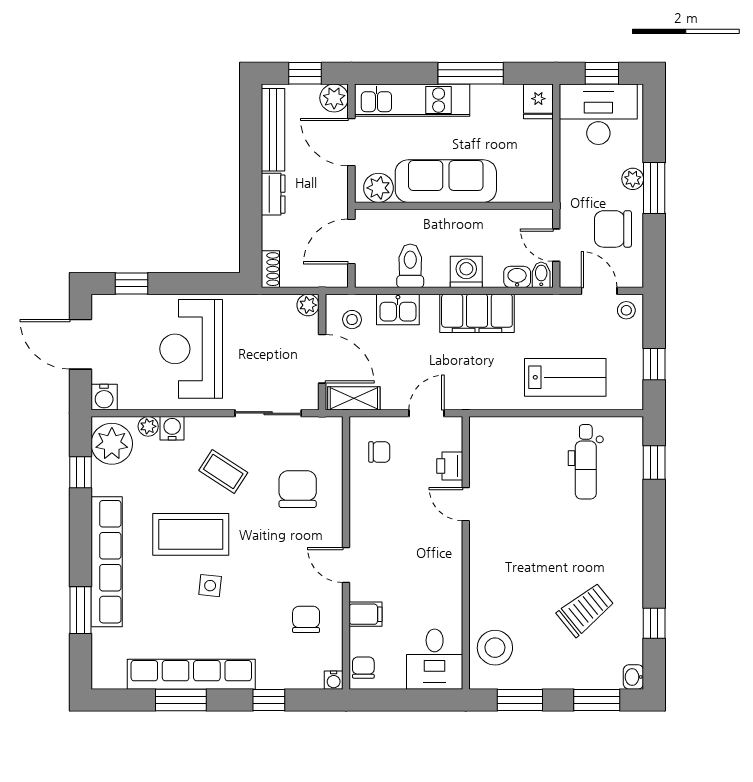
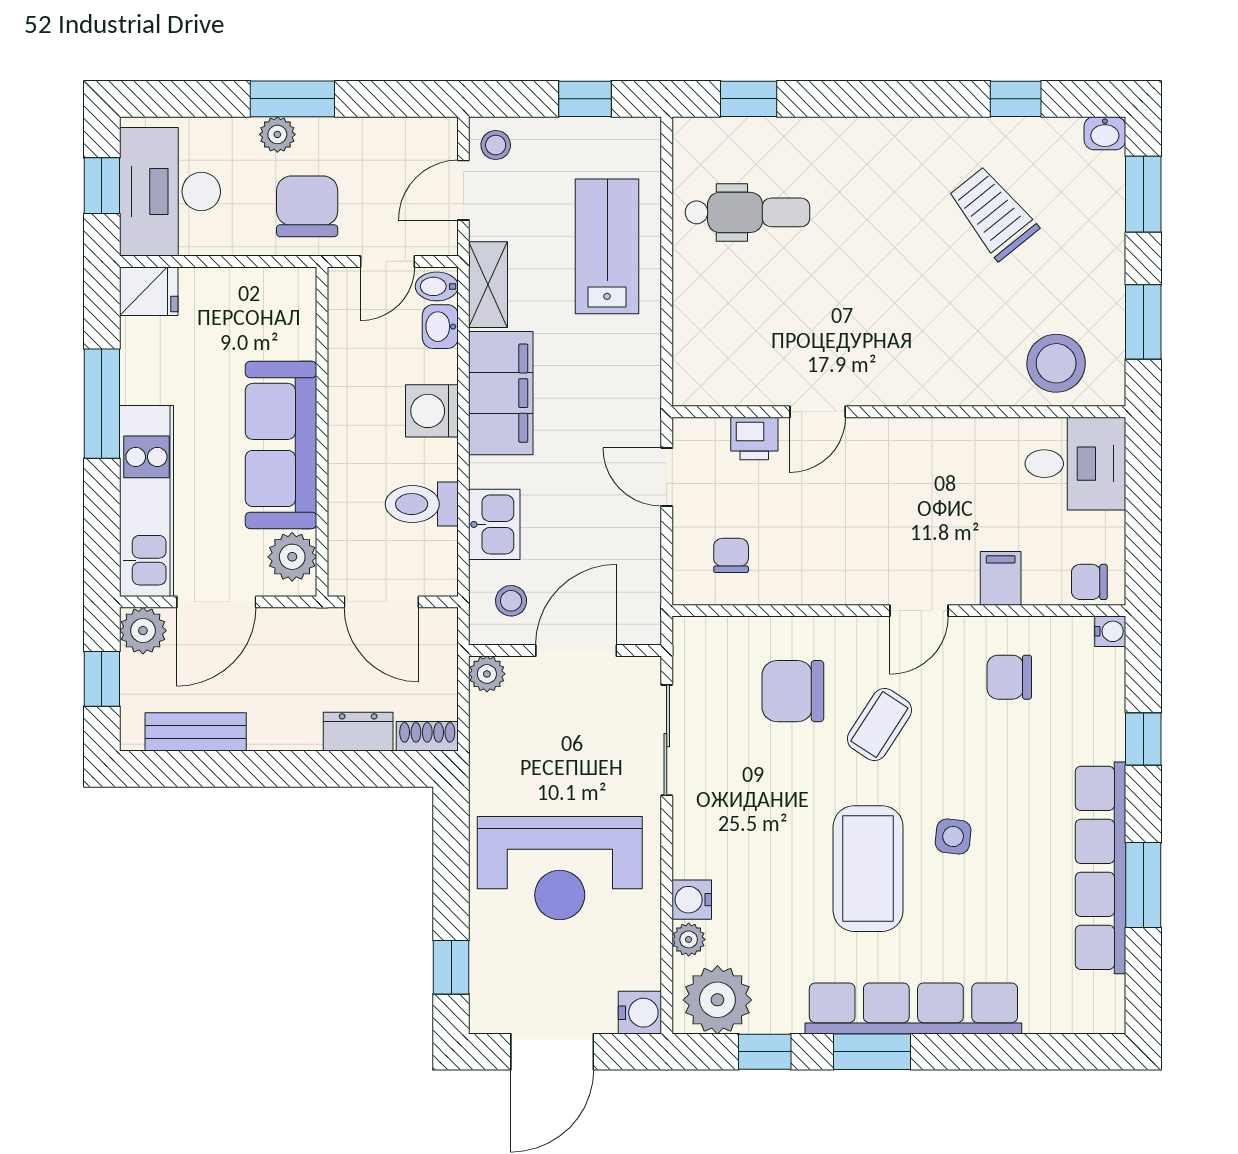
bench: (273, 130) -> (196, 732), width x0.73
dresser: (273, 194) -> (358, 732), moved
chair: (613, 229) -> (307, 206), moved, turned 180
shelving: (354, 398) -> (488, 285), moved
coffee table: (223, 471) -> (879, 725), moved
window: (81, 610) -> (872, 1052), moved

